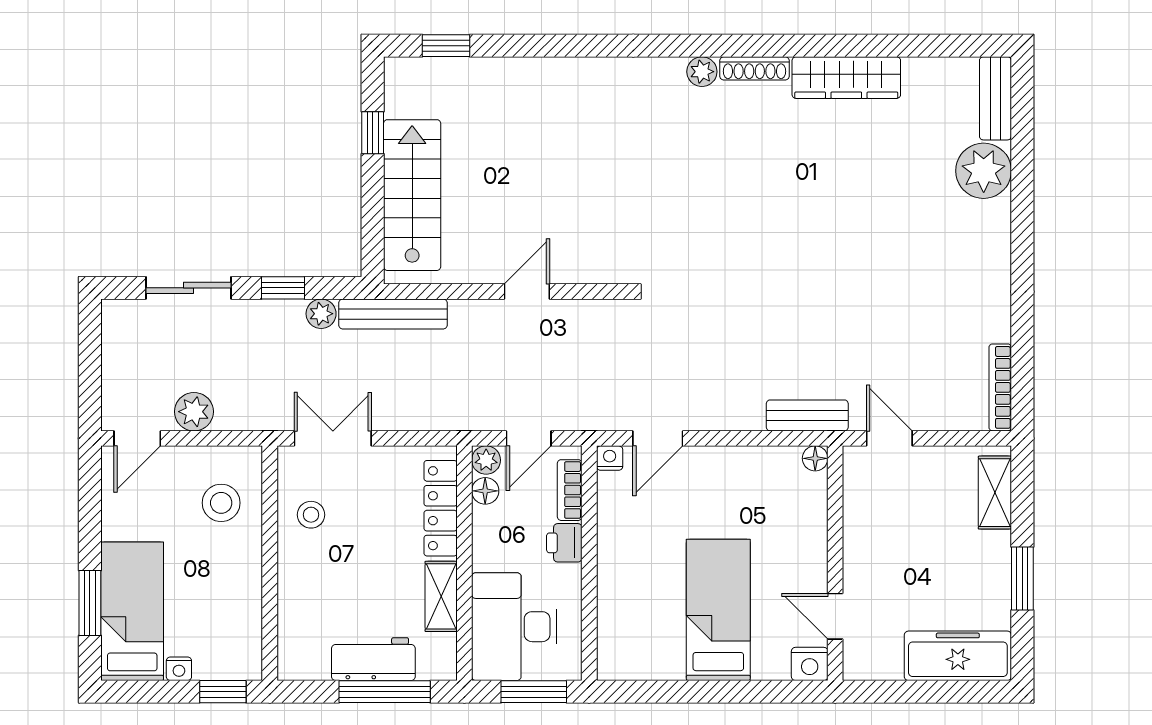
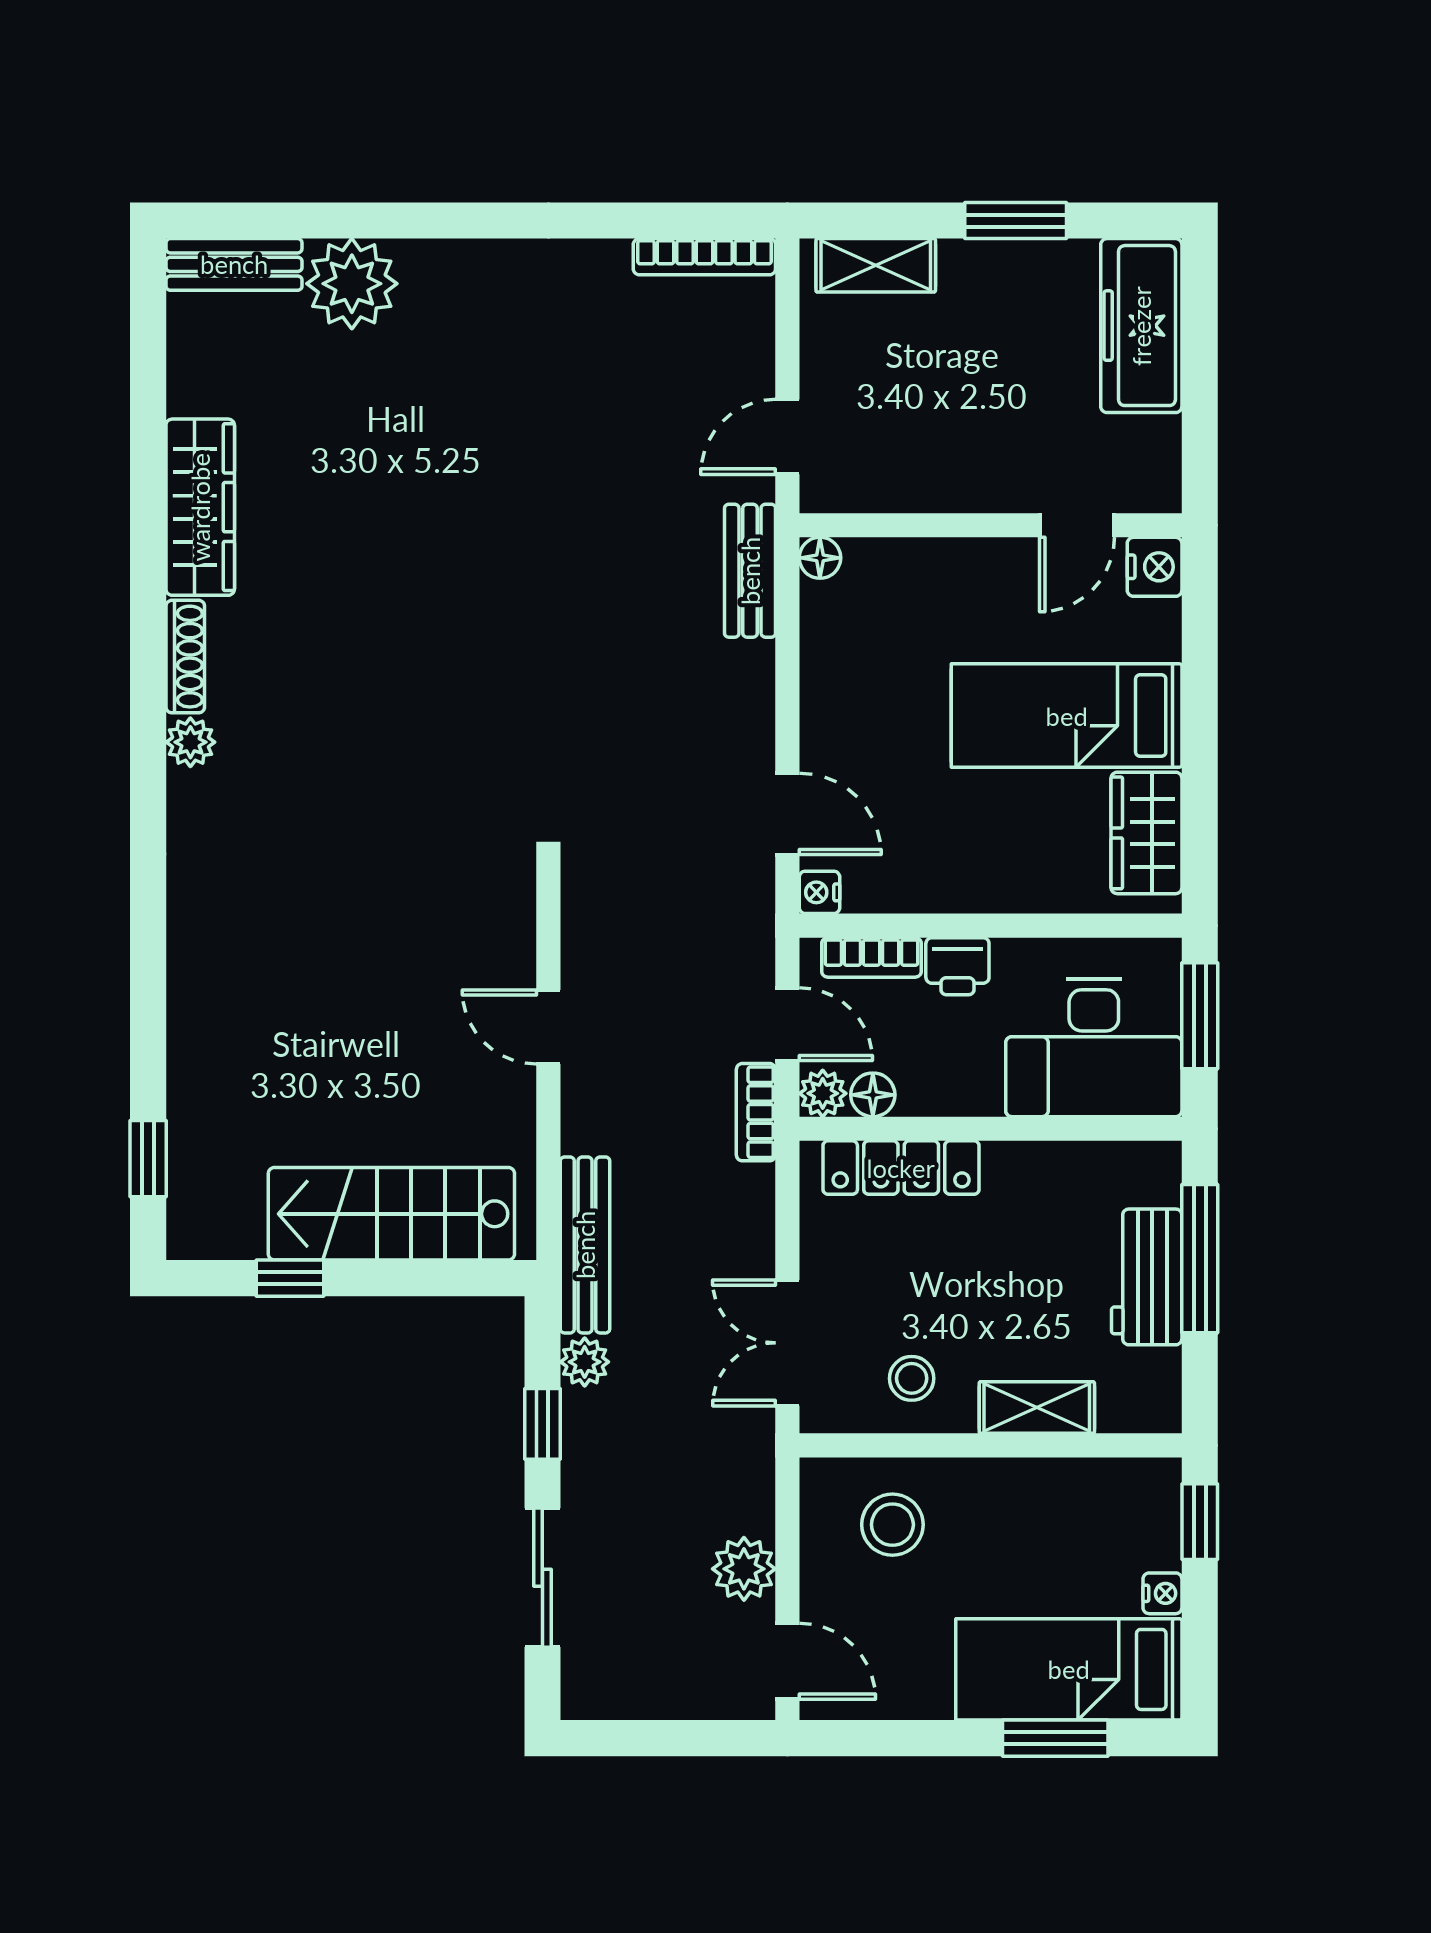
bookcase: (475, 419) -> (756, 1112), added
shelving: (441, 596) -> (1037, 1408), moved
wardrobe: (646, 659) -> (1146, 833), added

